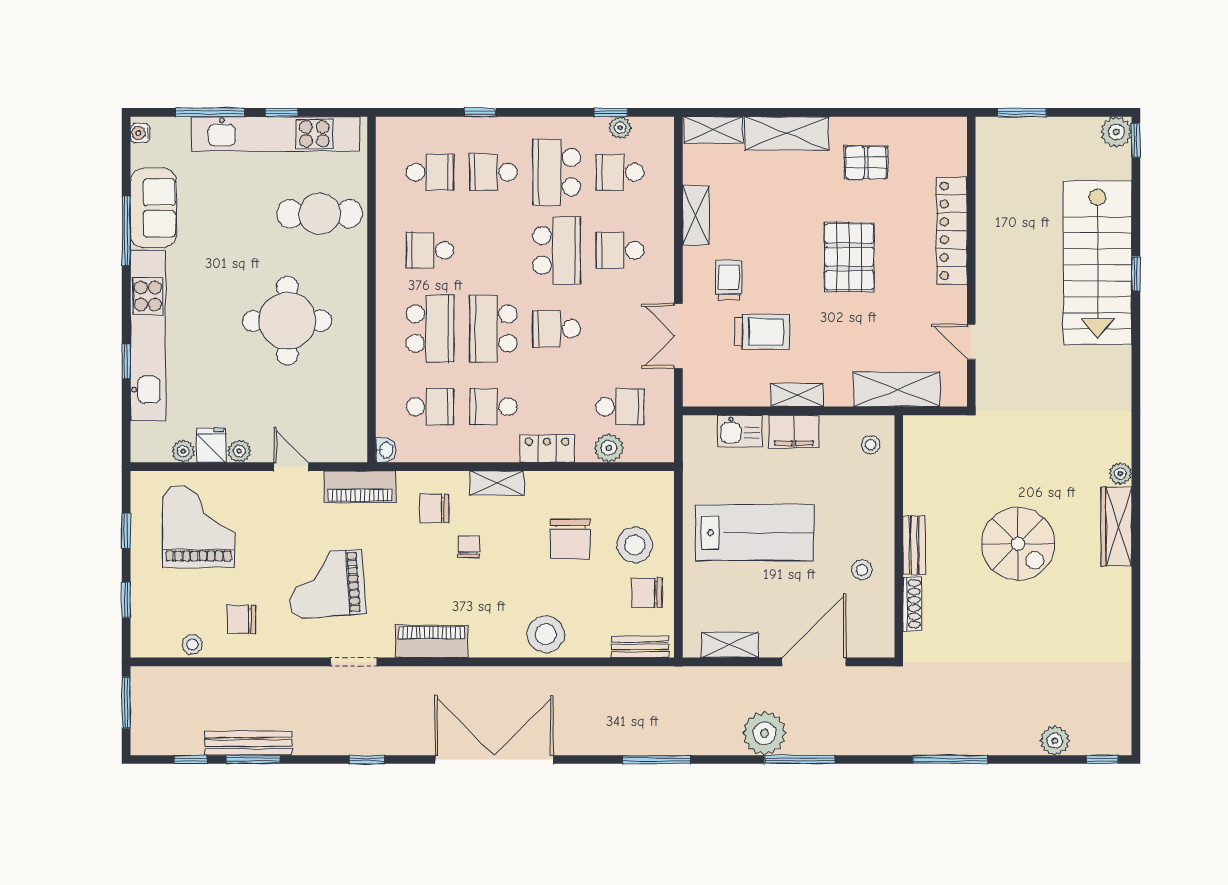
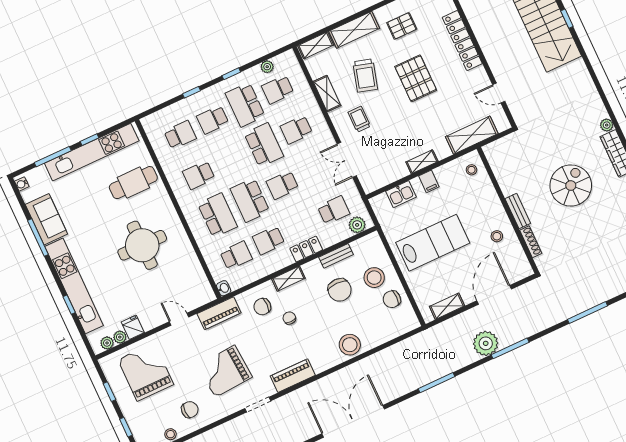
window: (611, 112) -> (231, 74), moved
trolley: (762, 332) -> (365, 75), moved, turned 106
filing cabinet: (794, 432) -> (429, 181), width x0.50
plant: (609, 448) -> (357, 225), moved
plant: (239, 451) -> (107, 343), moved
spiral stairs: (1018, 544) -> (571, 186), turned -90
chair: (241, 619) -> (190, 410), turned 180
bench: (640, 647) -> (336, 256), moved

